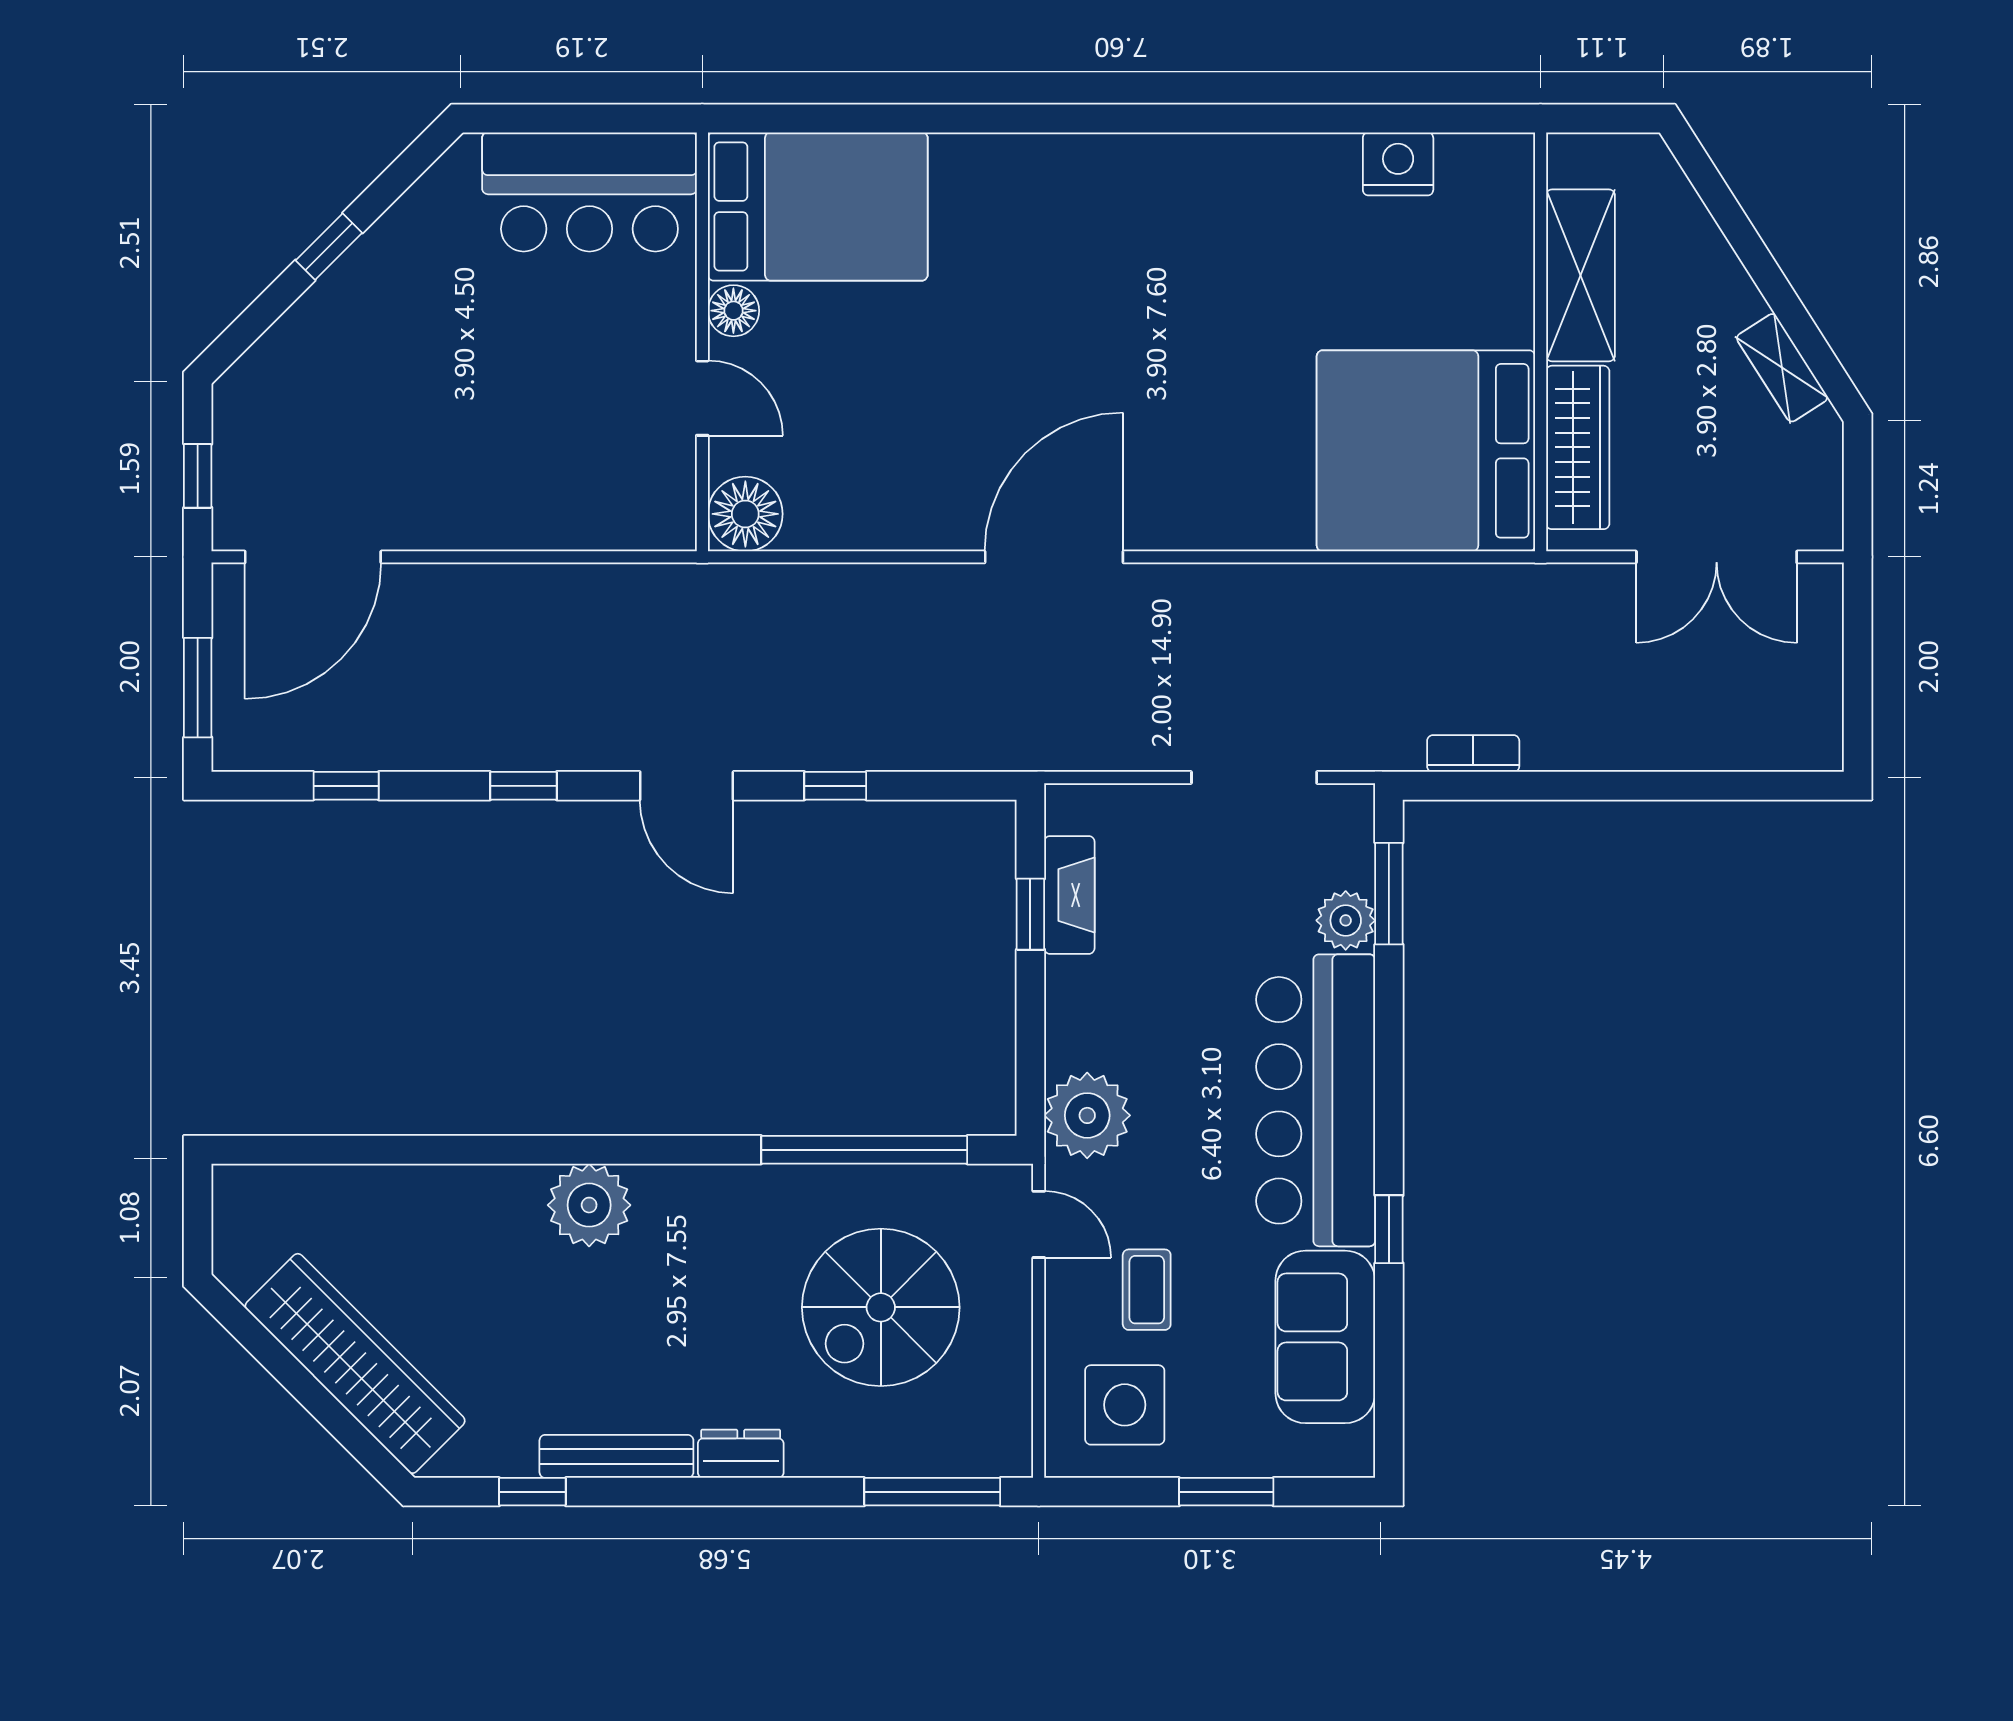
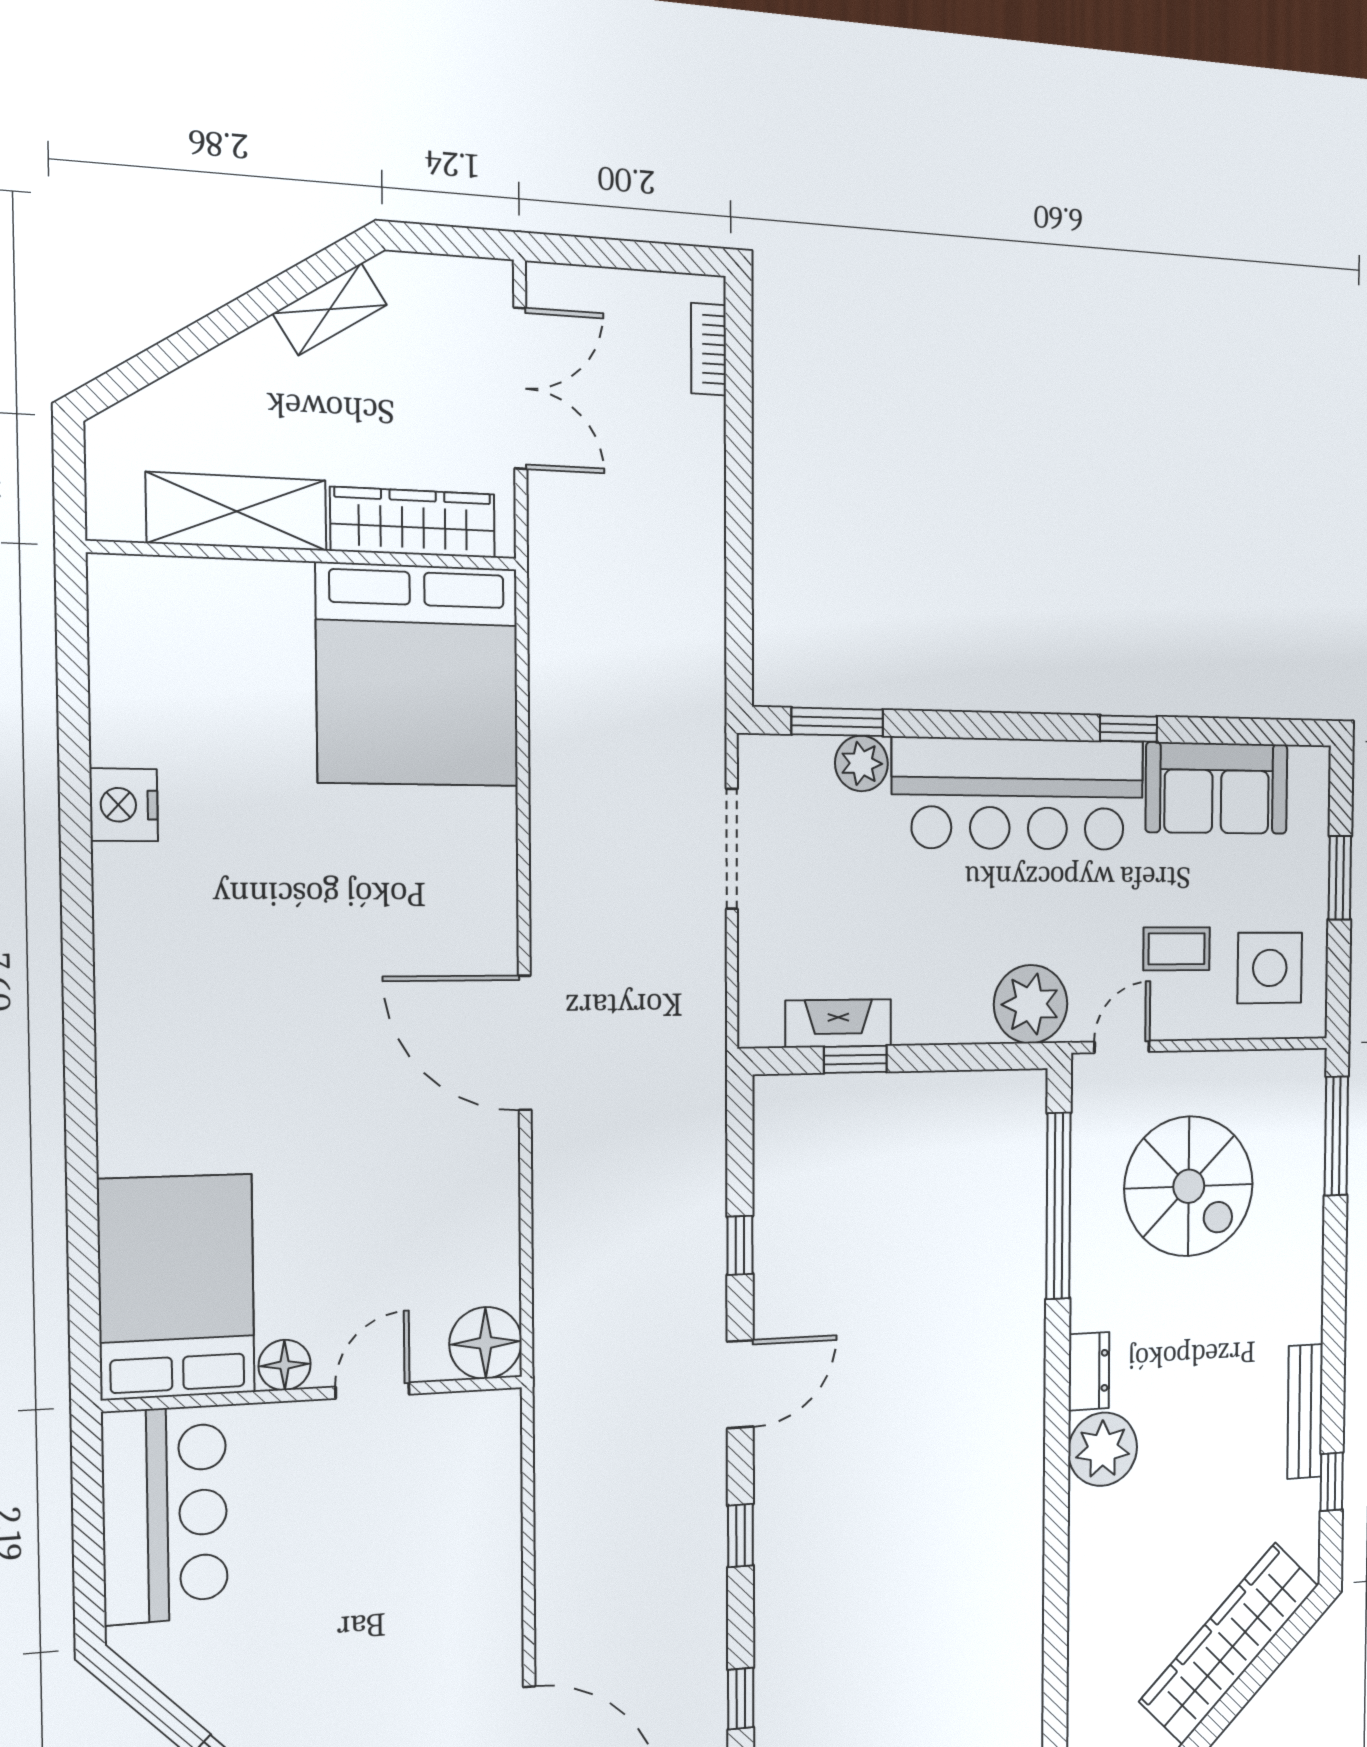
nightstand: (1398, 164) -> (124, 805), moved
bookcase: (1473, 754) -> (709, 349), moved
dresser: (741, 1454) -> (1089, 1371), moved, turned 180

